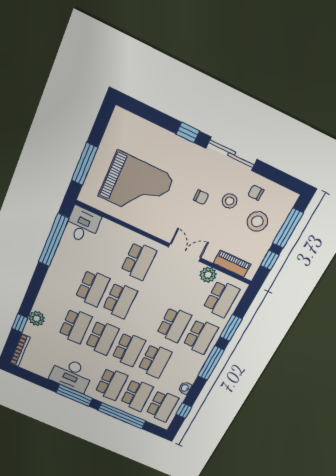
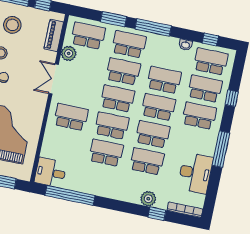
school desk: (147, 313) -> (118, 99), added
desk: (71, 375) -> (195, 173), moved
window: (122, 416) -> (232, 98), width x0.32

